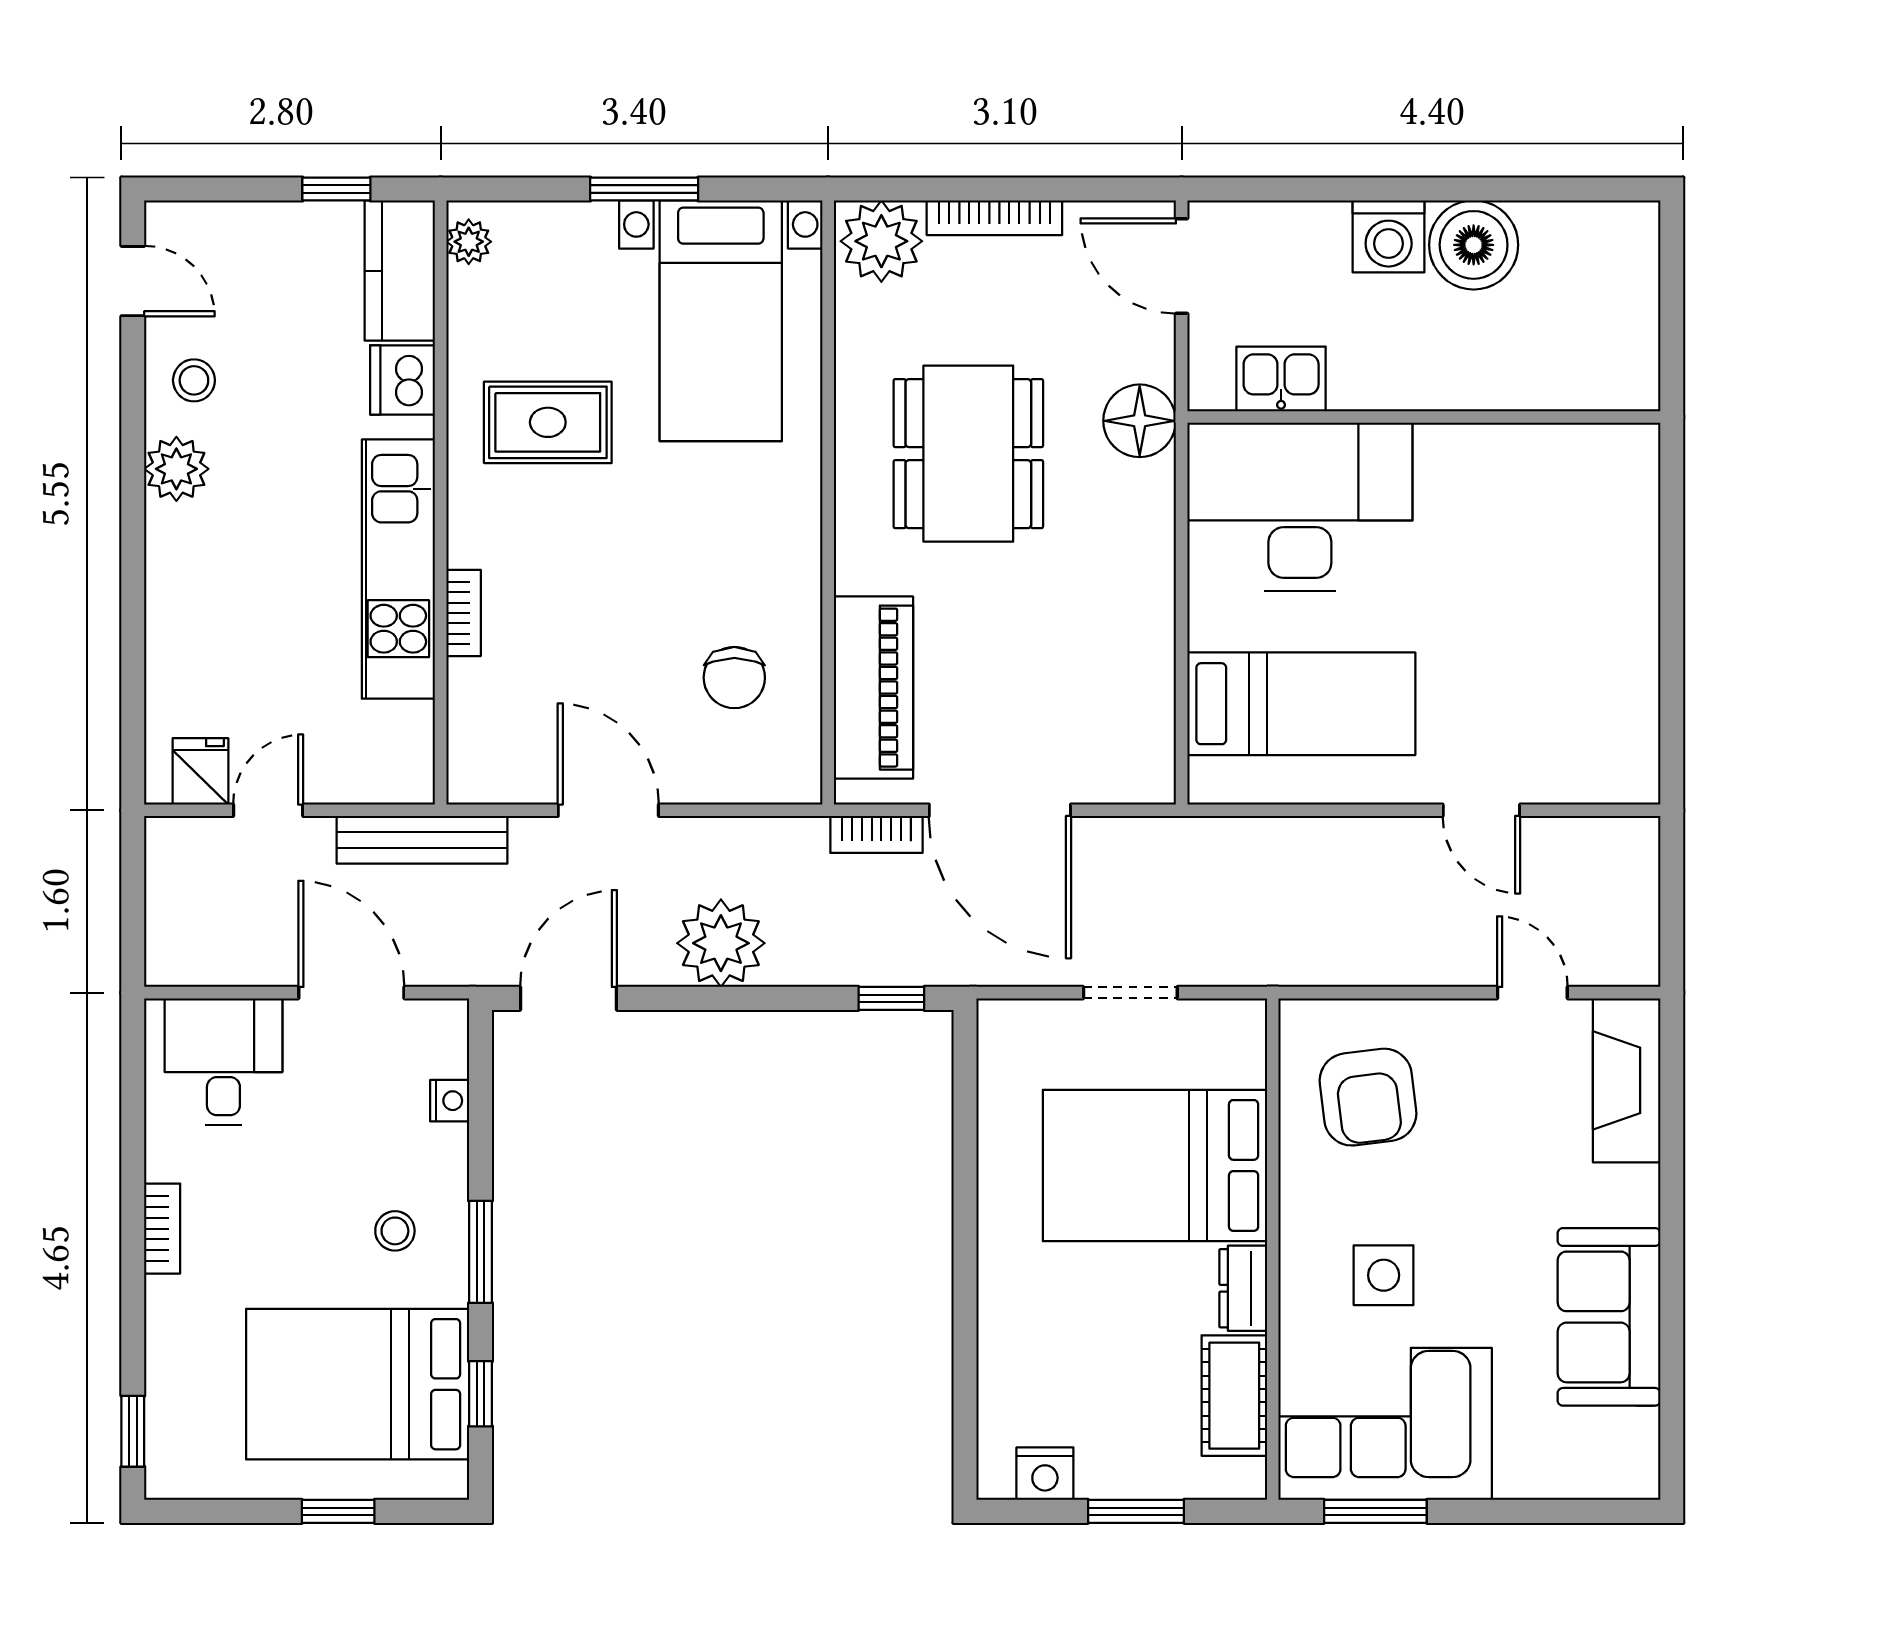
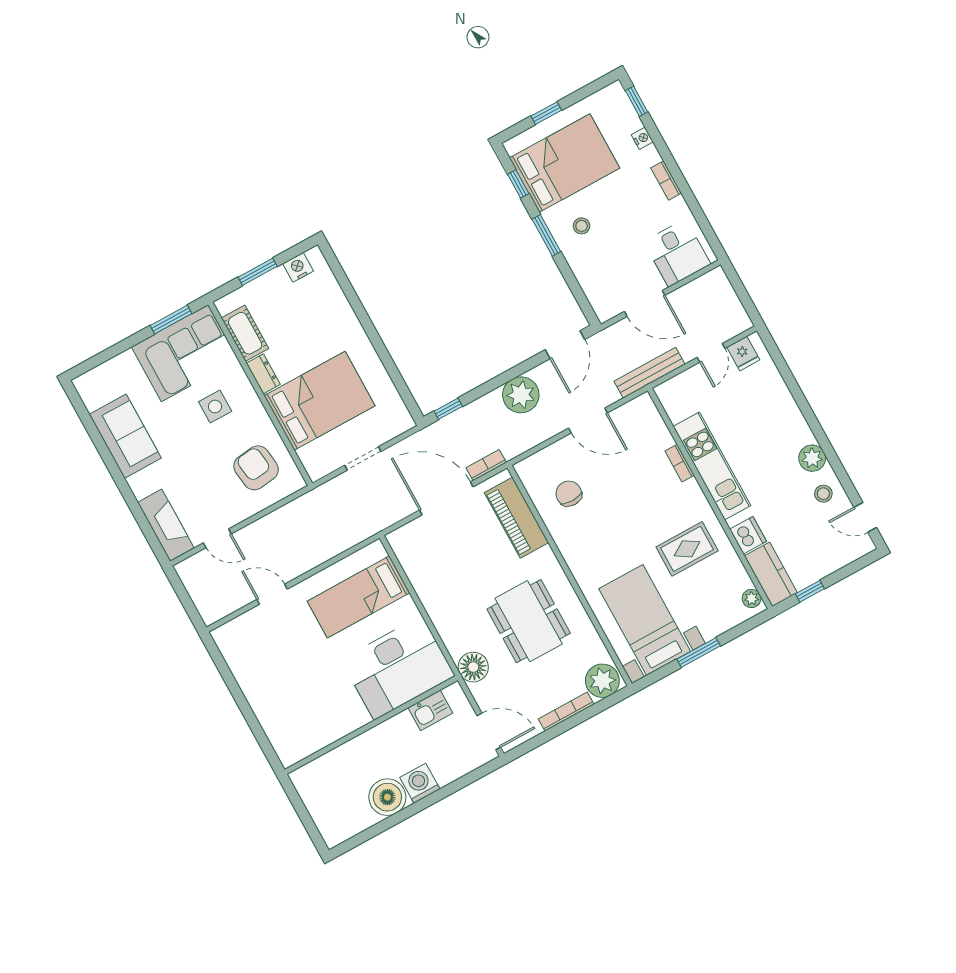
nightstand: (450, 1101) -> (642, 138), moved, turned 180

